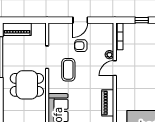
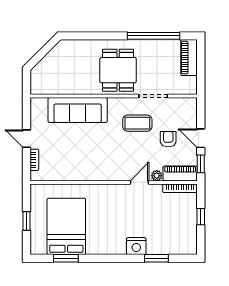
window: (100, 20) -> (201, 164), added
door: (115, 68) -> (139, 182), hinge flipped
piano: (108, 103) -> (180, 173), moved

